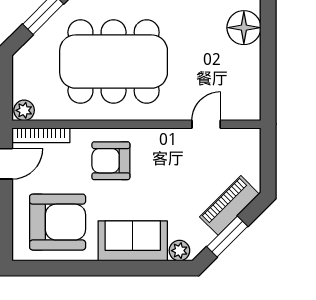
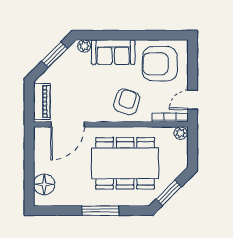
door: (206, 124) -> (68, 124), width x1.88
armchair: (111, 161) -> (127, 102), turned -72
piano: (229, 205) -> (42, 102), moved, turned -45

